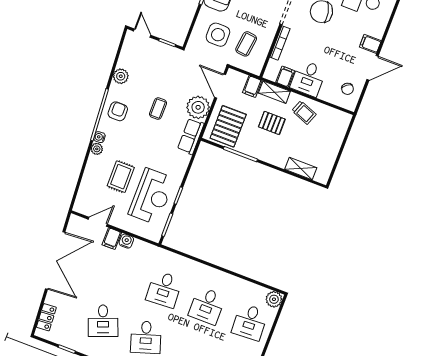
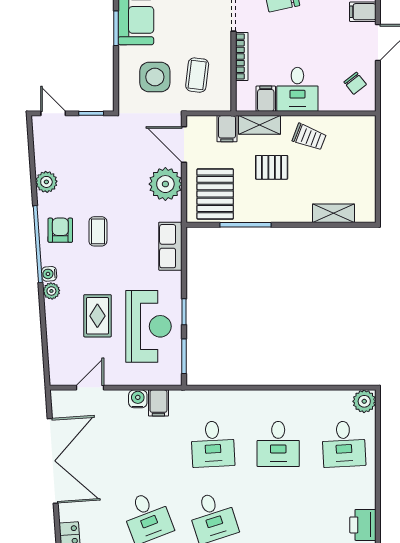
coffee table: (158, 109) -> (98, 231), moved
row of seats: (191, 136) -> (170, 246), moved
filing cabinet: (112, 239) -> (158, 403), moved

